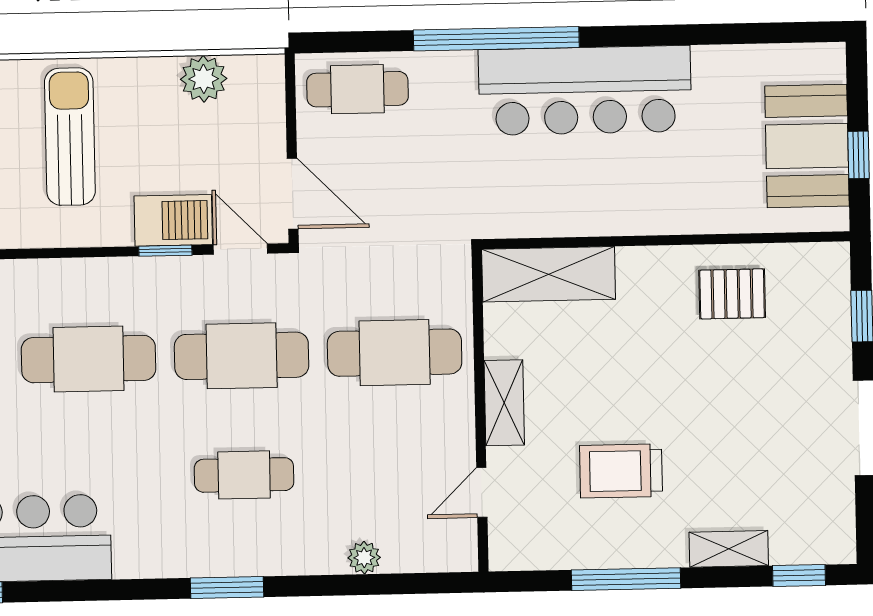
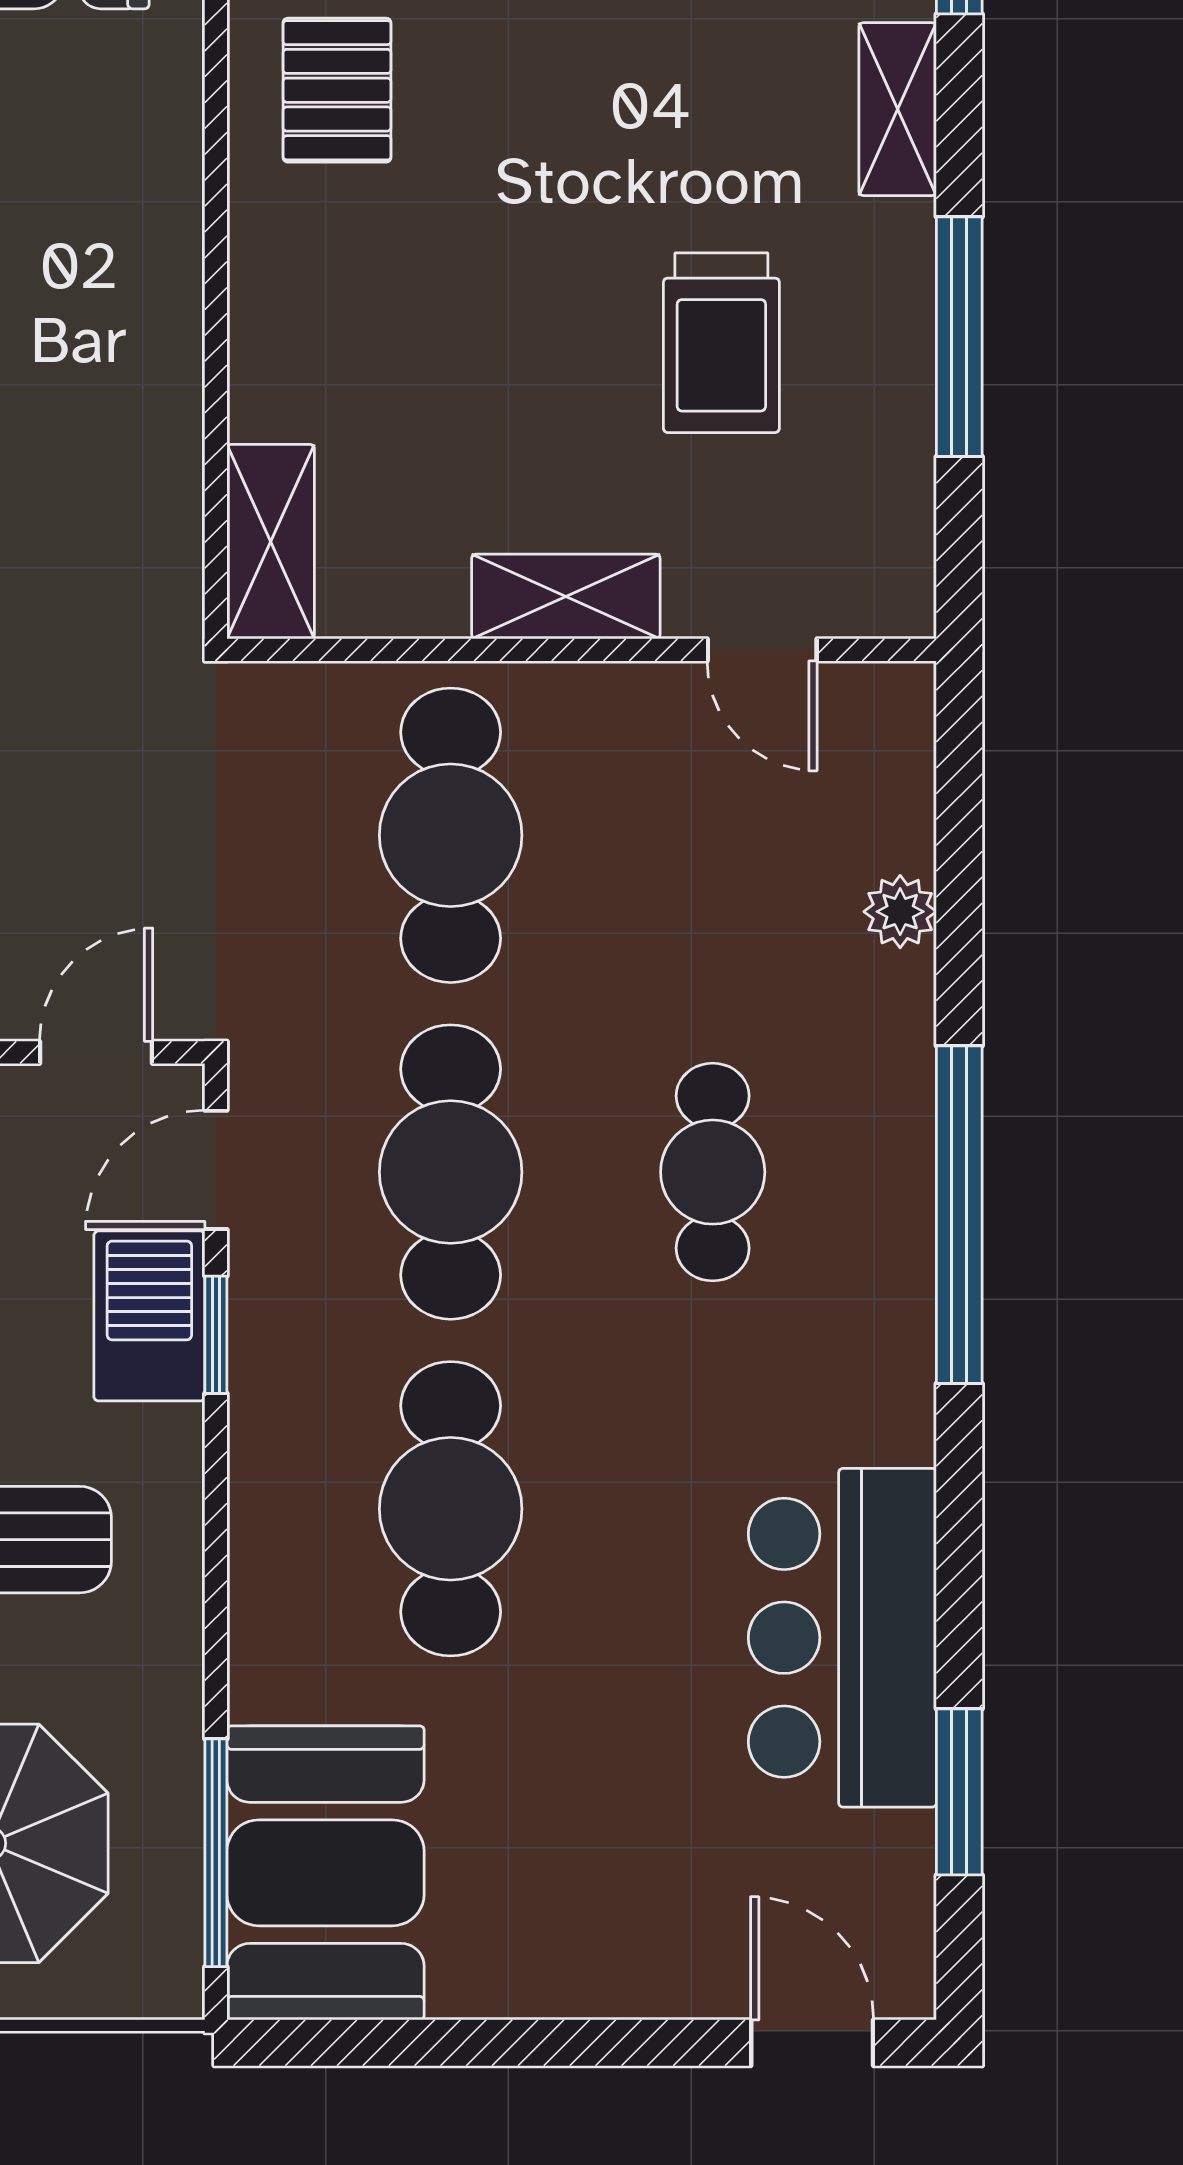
door: (293, 194) -> (96, 1052), width x0.73
shelving: (549, 274) -> (271, 542), width x0.67, depth x0.75
window: (227, 587) -> (959, 1215), width x2.11

